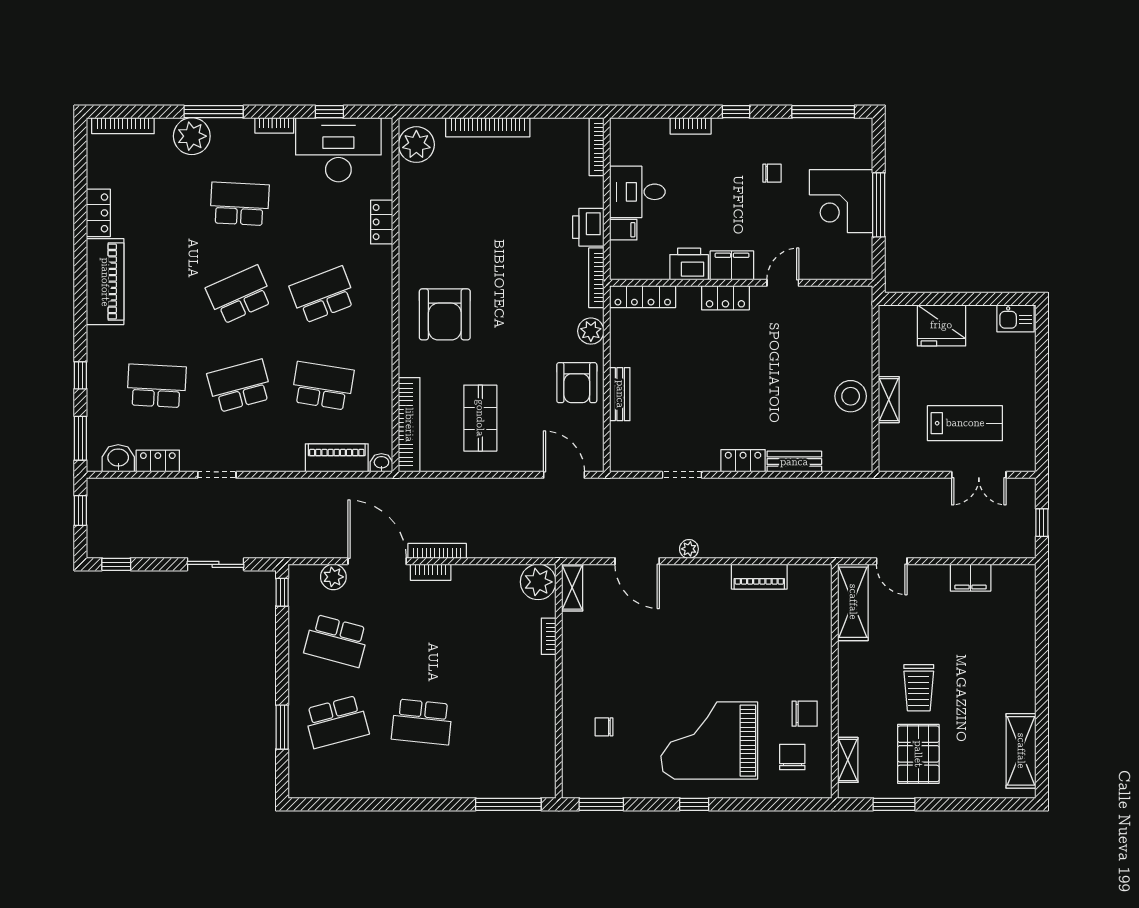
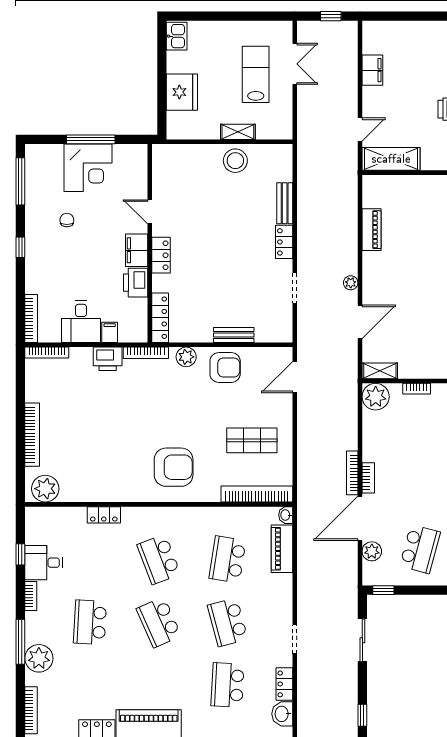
bookcase: (691, 126) -> (31, 318), moved, width x1.56
desk: (338, 150) -> (44, 563), width x0.53, depth x0.77

